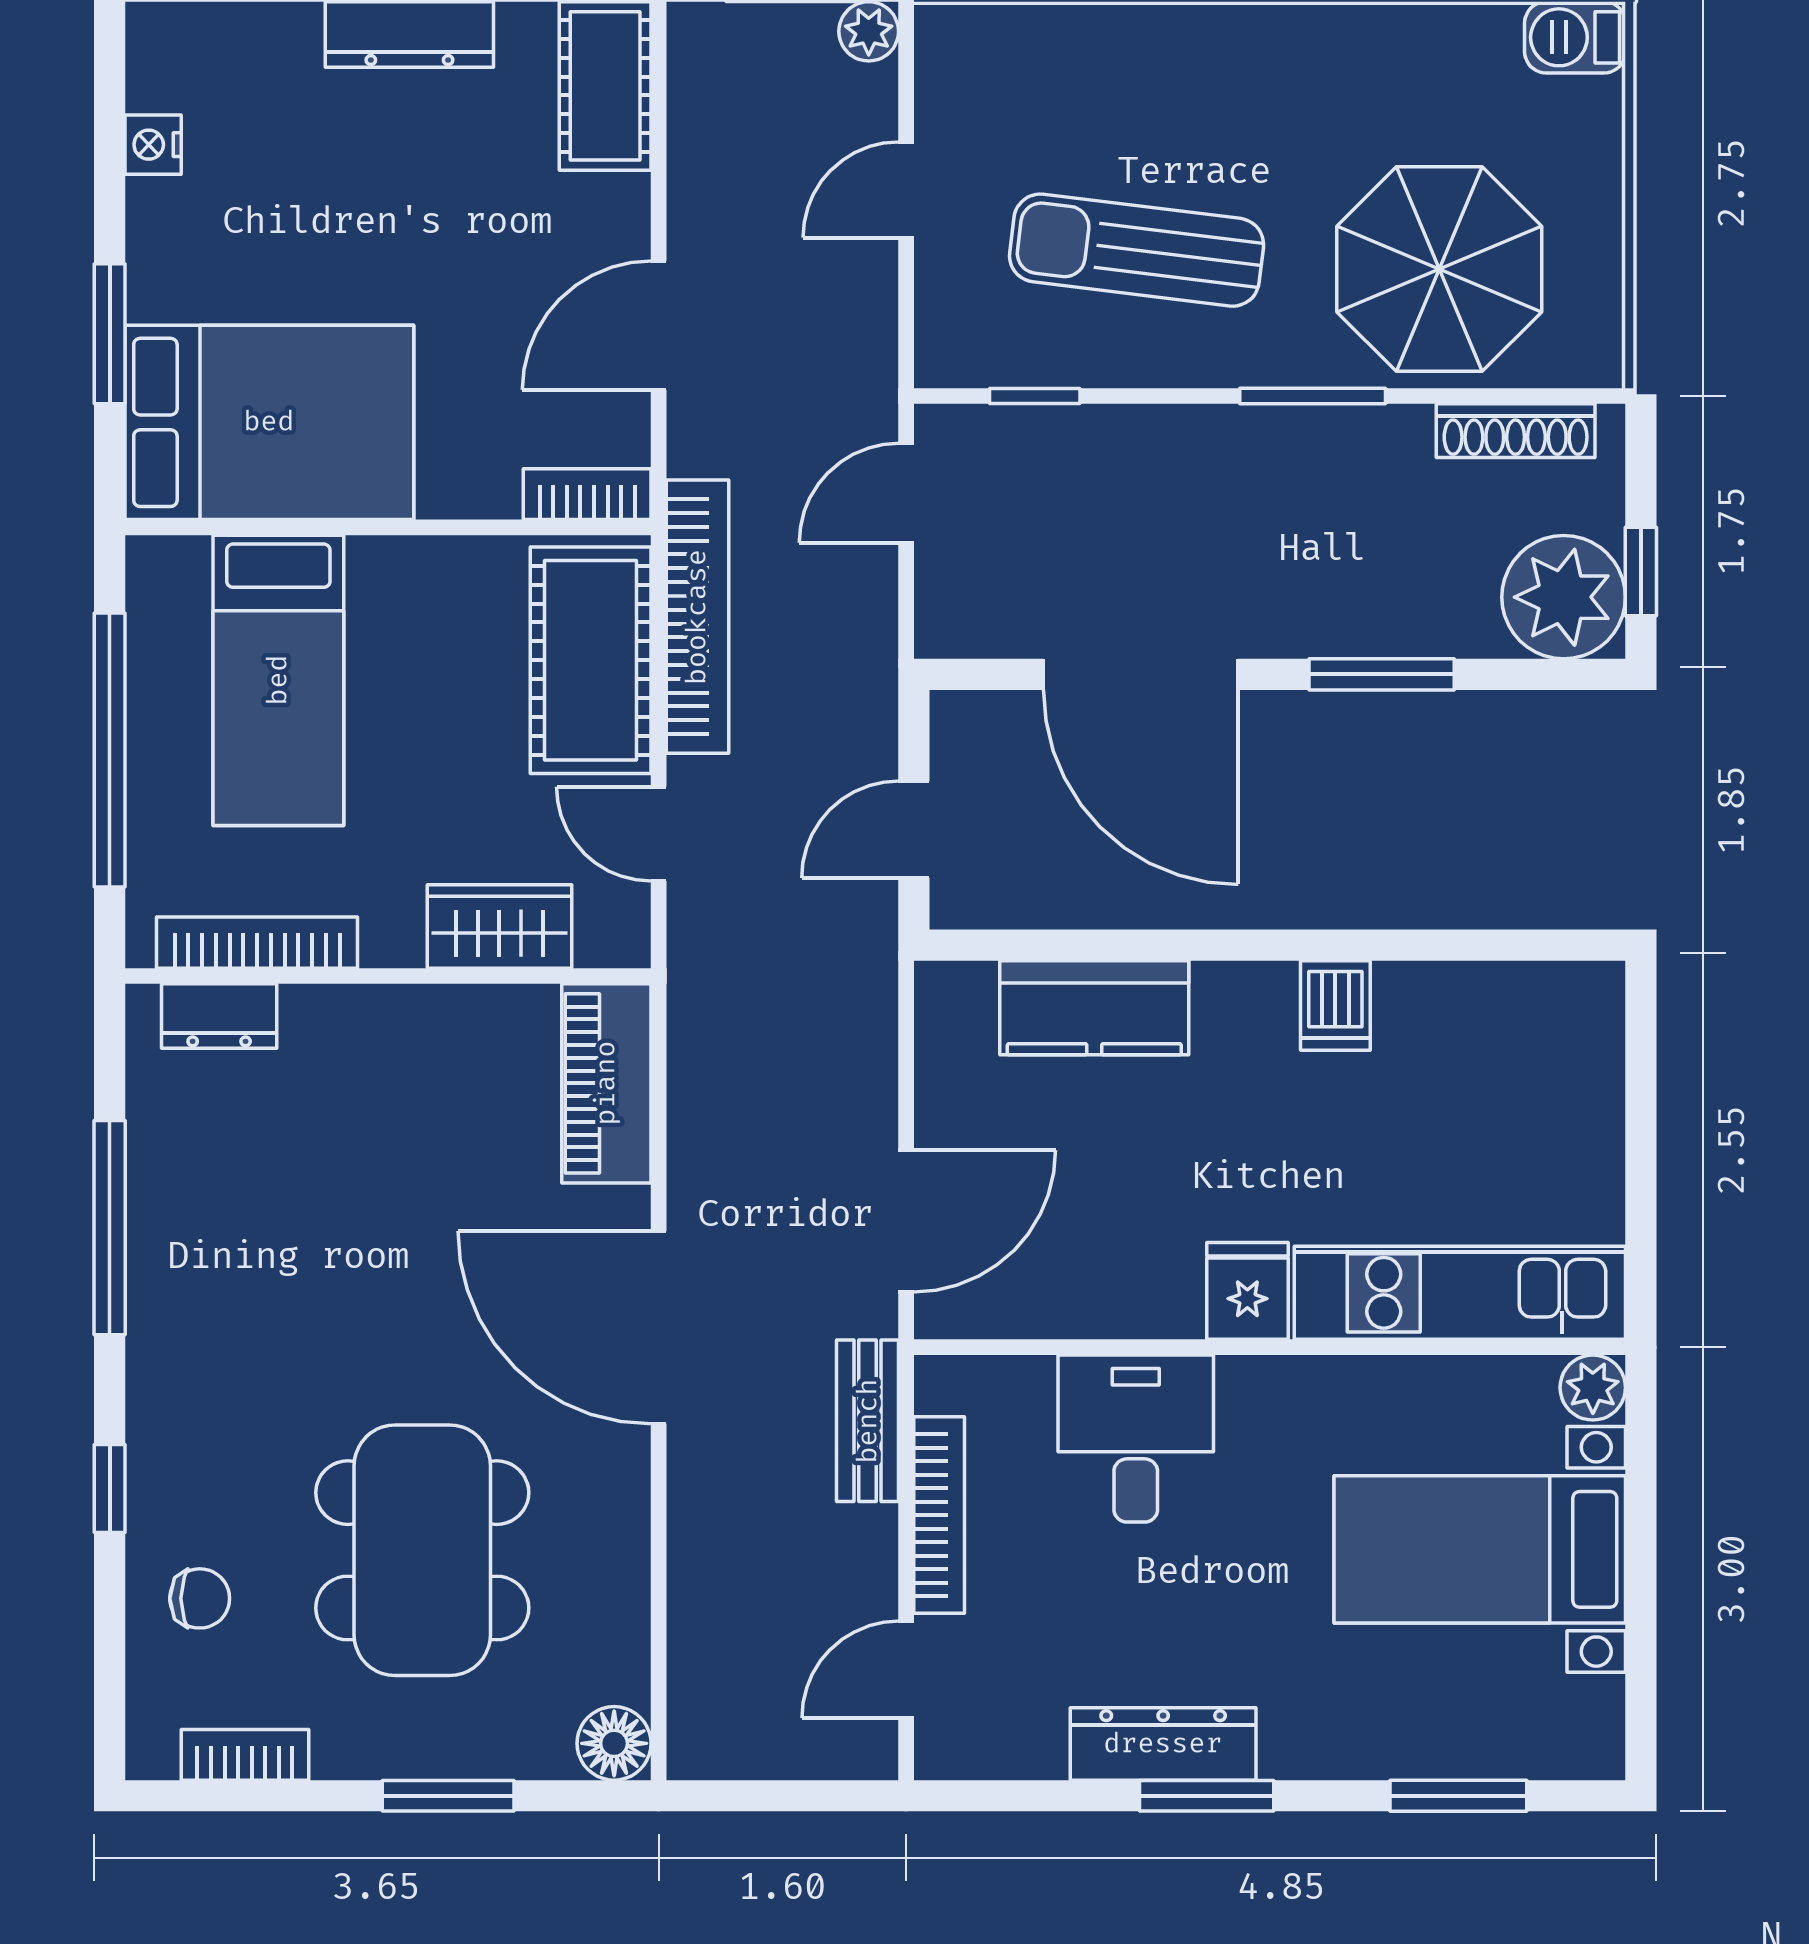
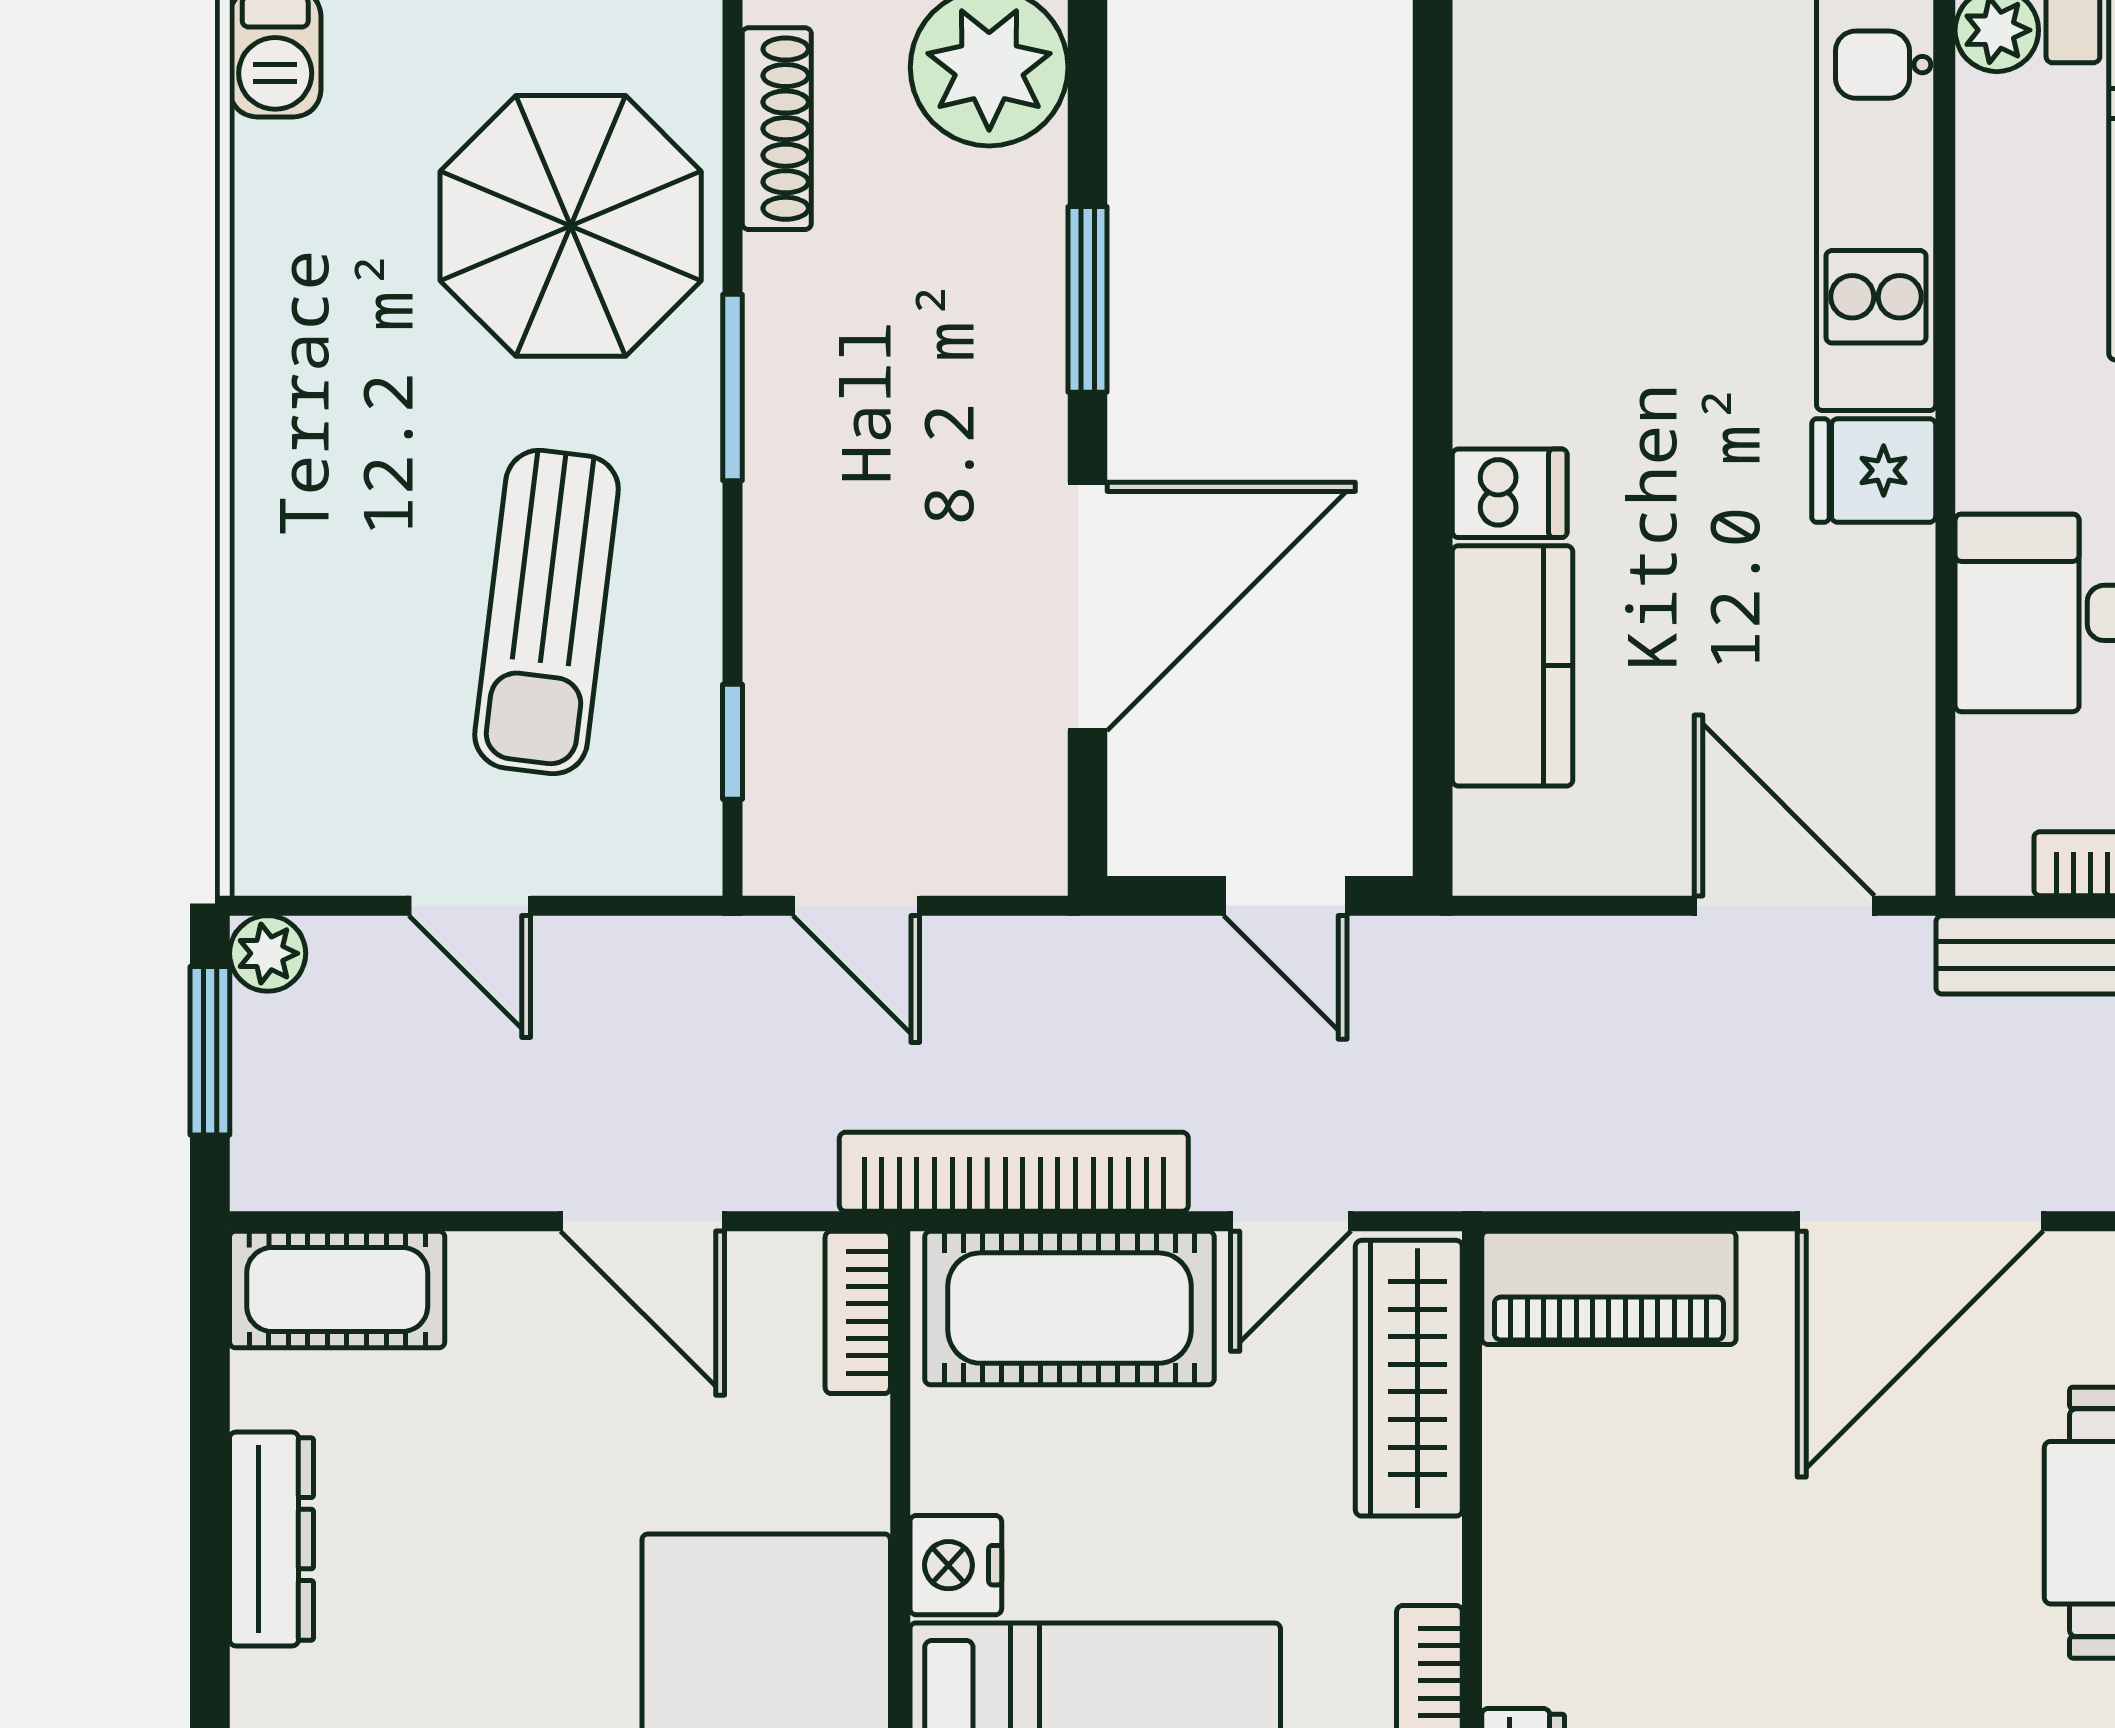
nightstand: (389, 571) -> (956, 1565), added
wardrobe: (499, 926) -> (1409, 1378), width x1.50
dishwasher: (1335, 1005) -> (1510, 493), moved

